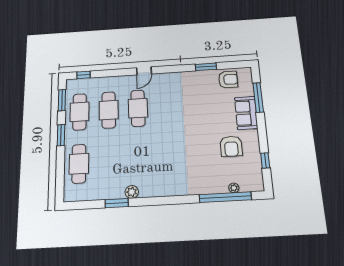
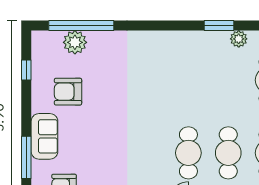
armchair: (231, 146) -> (68, 92), turned -90
plant: (234, 188) -> (75, 42), width x1.87, depth x1.87
plant: (132, 192) -> (239, 39), moved

